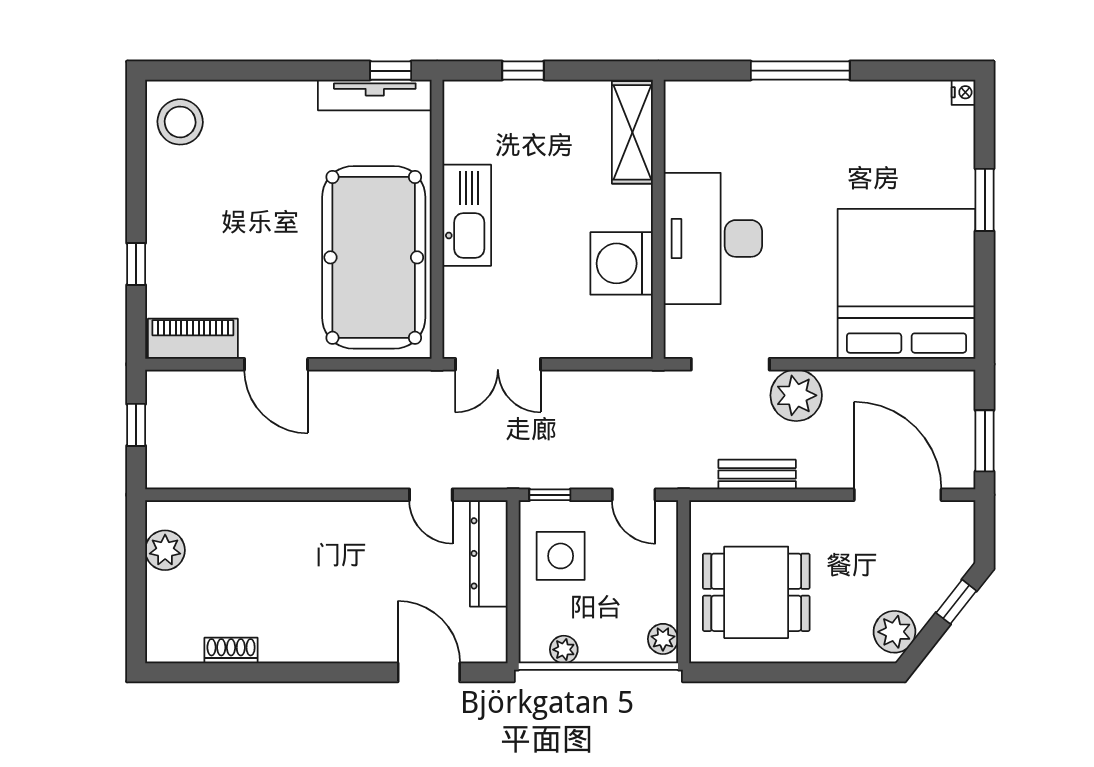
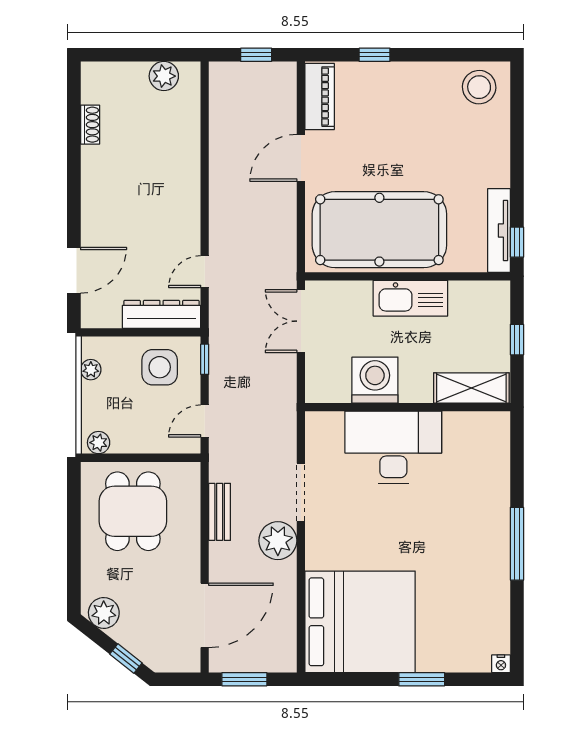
shelving: (632, 132) -> (471, 388), moved
wall: (658, 219) -> (408, 407), moved
desk: (713, 238) -> (393, 447), moved
washing machine: (622, 263) -> (375, 380), moved

